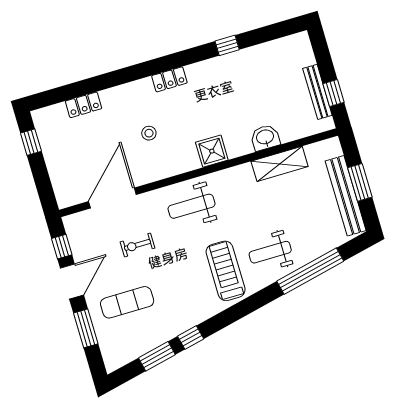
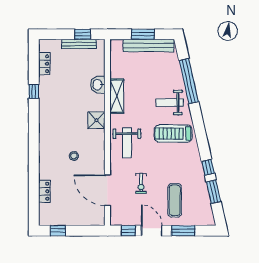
locker: (169, 79) -> (44, 64), moved
shelving: (280, 164) -> (117, 96), moved
weight bench: (270, 252) -> (170, 103), turned 90

